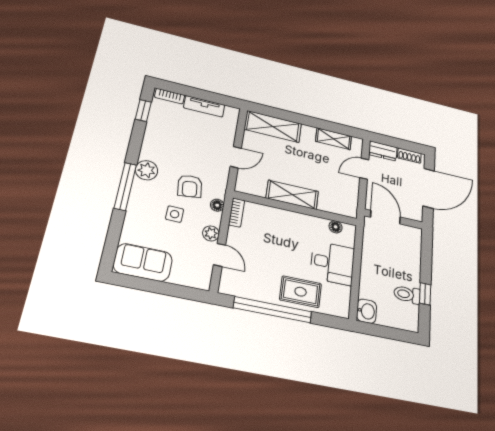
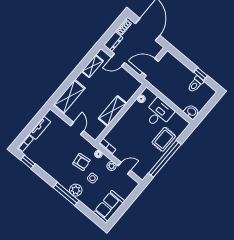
door: (364, 169) -> (118, 60), hinge flipped
plant: (147, 170) -> (76, 190), moved

